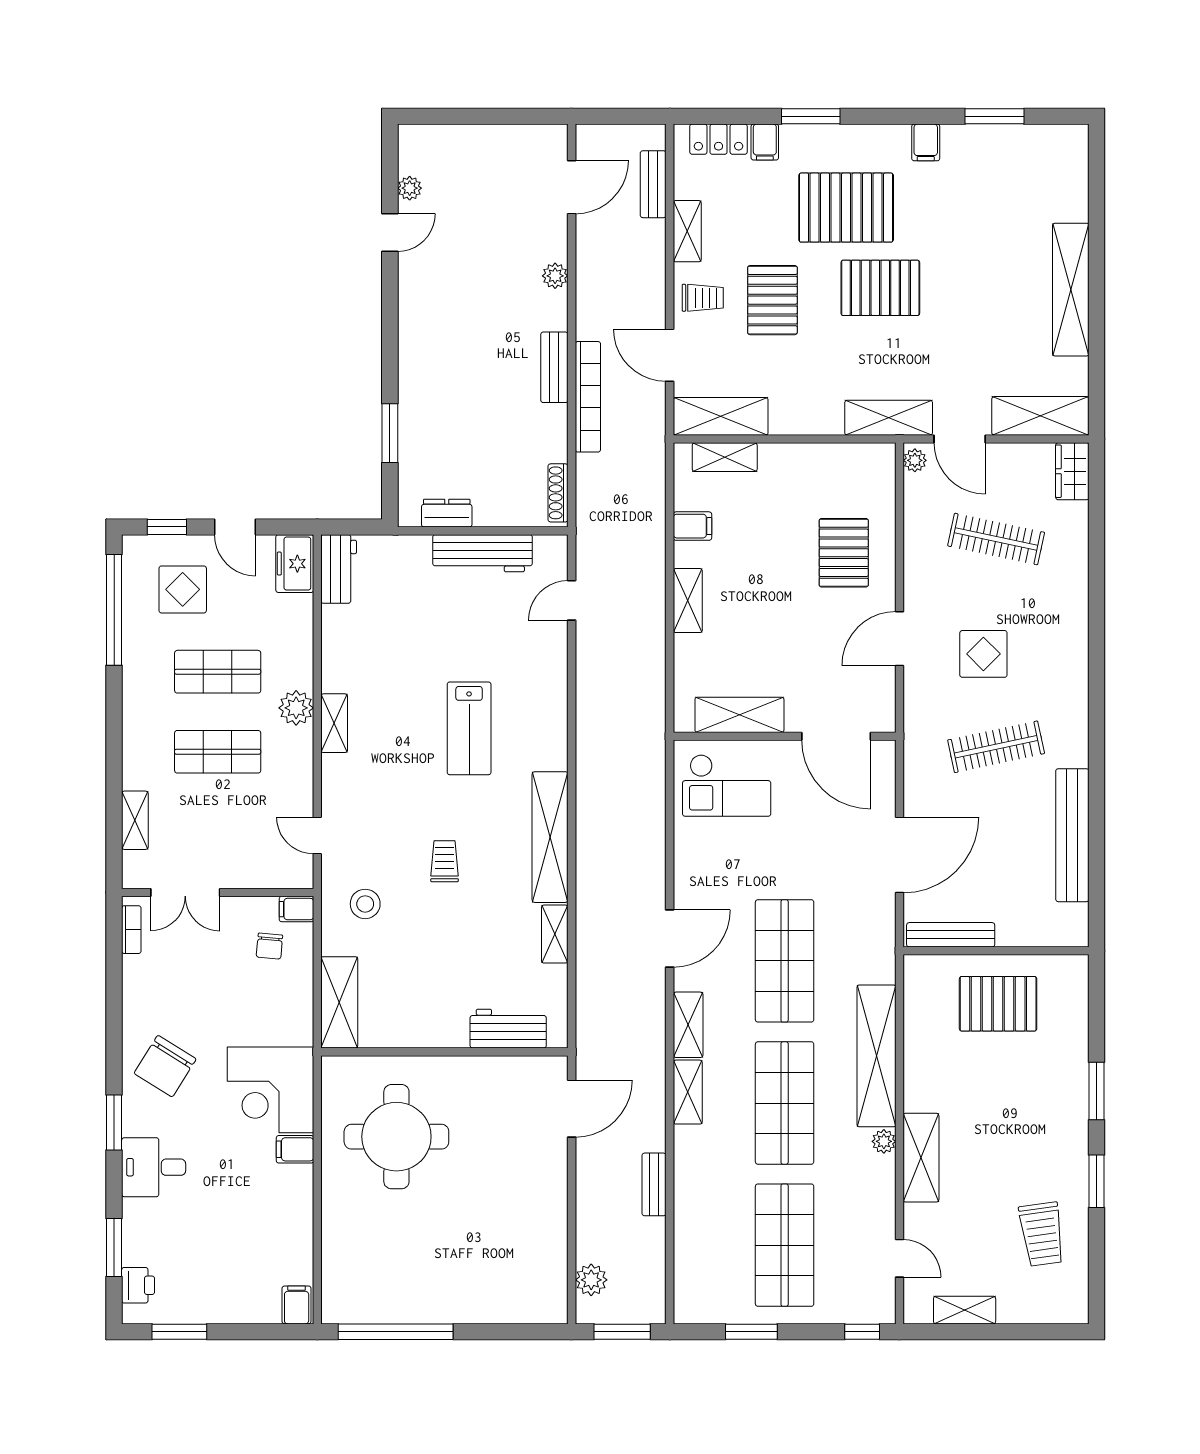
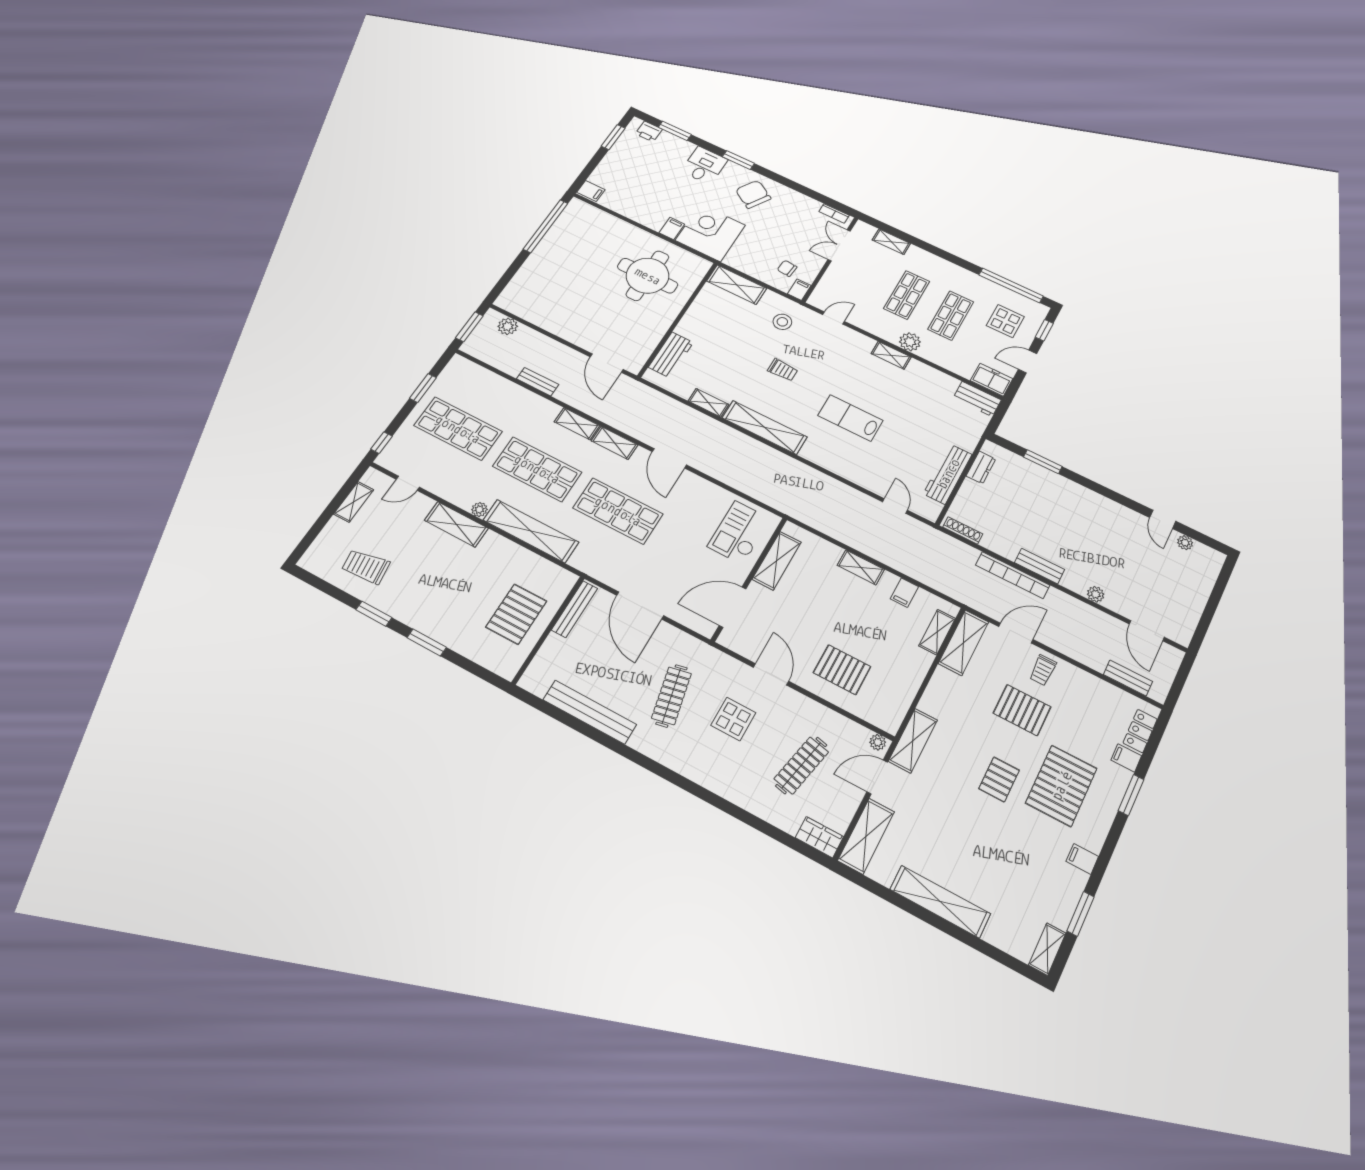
shelving: (687, 231) -> (1047, 949), moved, turned 90
pallet: (880, 288) -> (999, 779), width x0.67, depth x0.71

